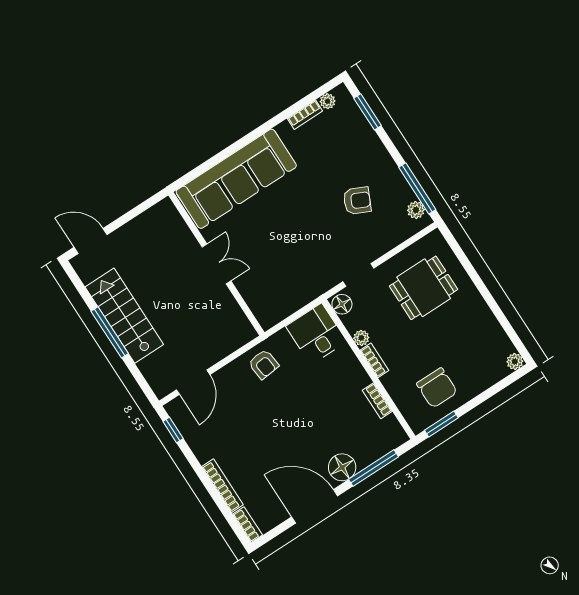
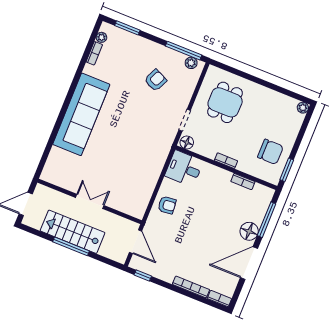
wall: (216, 264) -> (90, 201), moved
double door: (217, 264) -> (90, 201), moved
plant: (361, 338) -> (210, 153), removed

